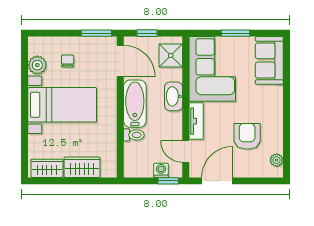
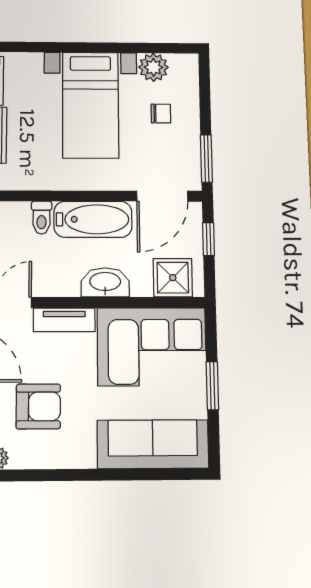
sofa: (269, 60) -> (153, 444), width x1.36

